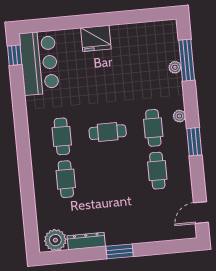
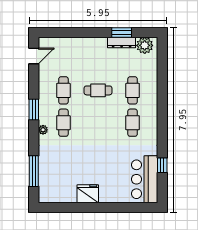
fridge: (96, 38) -> (88, 194), moved
window: (15, 55) -> (162, 165), moved
plant: (175, 67) -> (43, 167), removed
cafe table: (108, 132) -> (98, 90), moved
window: (120, 251) -> (122, 32), moved

